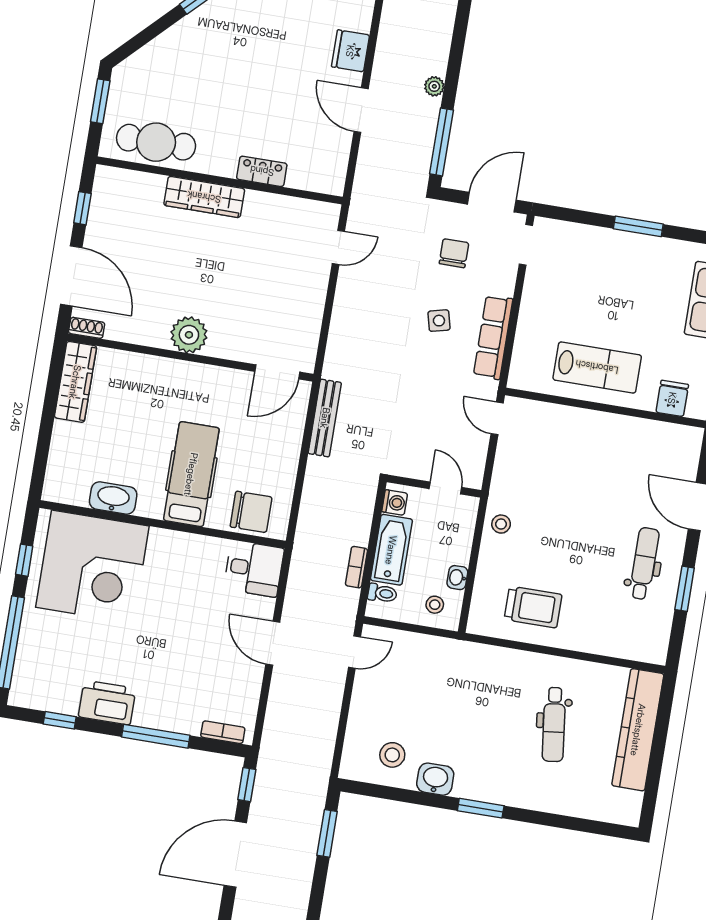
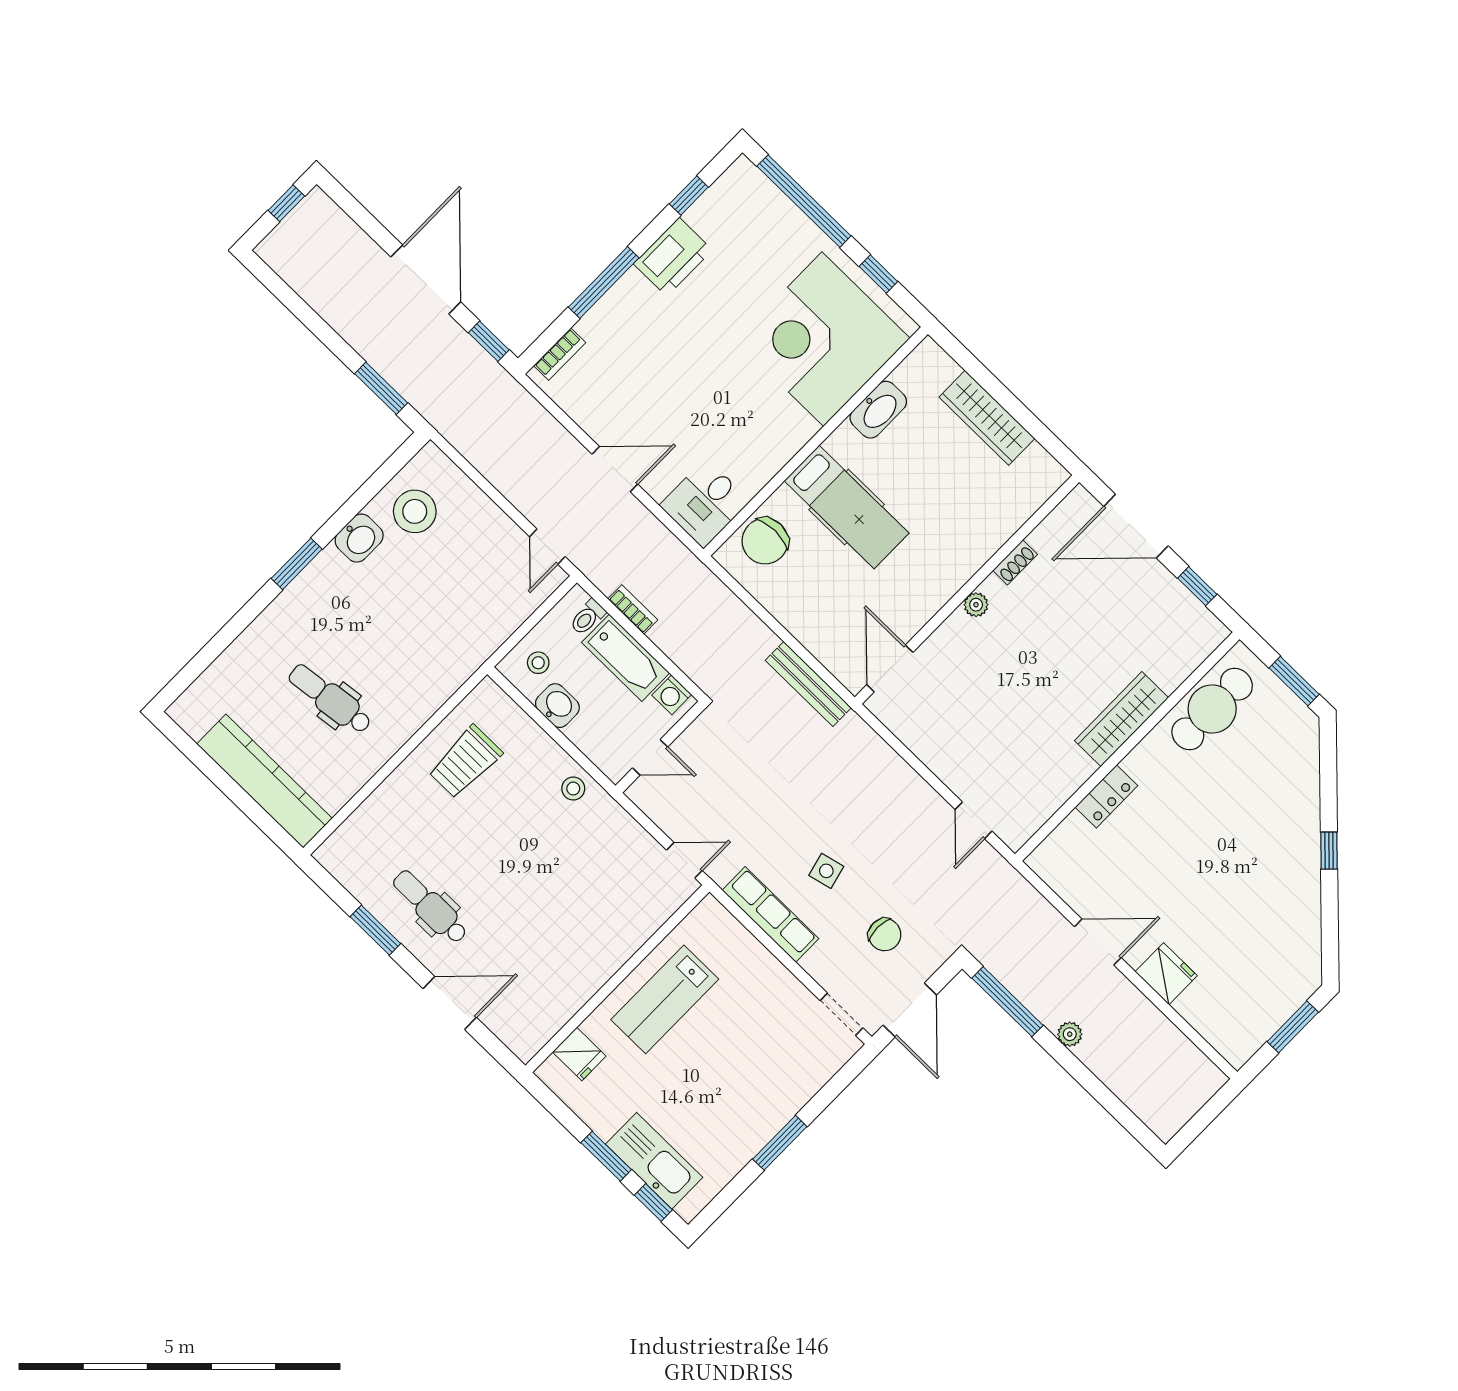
shoe rack: (87, 328) -> (1015, 562), moved
plant: (189, 335) -> (976, 605), width x0.53, depth x0.53
wardrobe: (75, 382) -> (987, 418), moved
dental chair: (644, 564) -> (430, 907), turned 180
washbasin: (457, 578) -> (557, 706), width x1.38, depth x1.45
stool: (392, 755) -> (415, 511), width x1.38, depth x1.38

